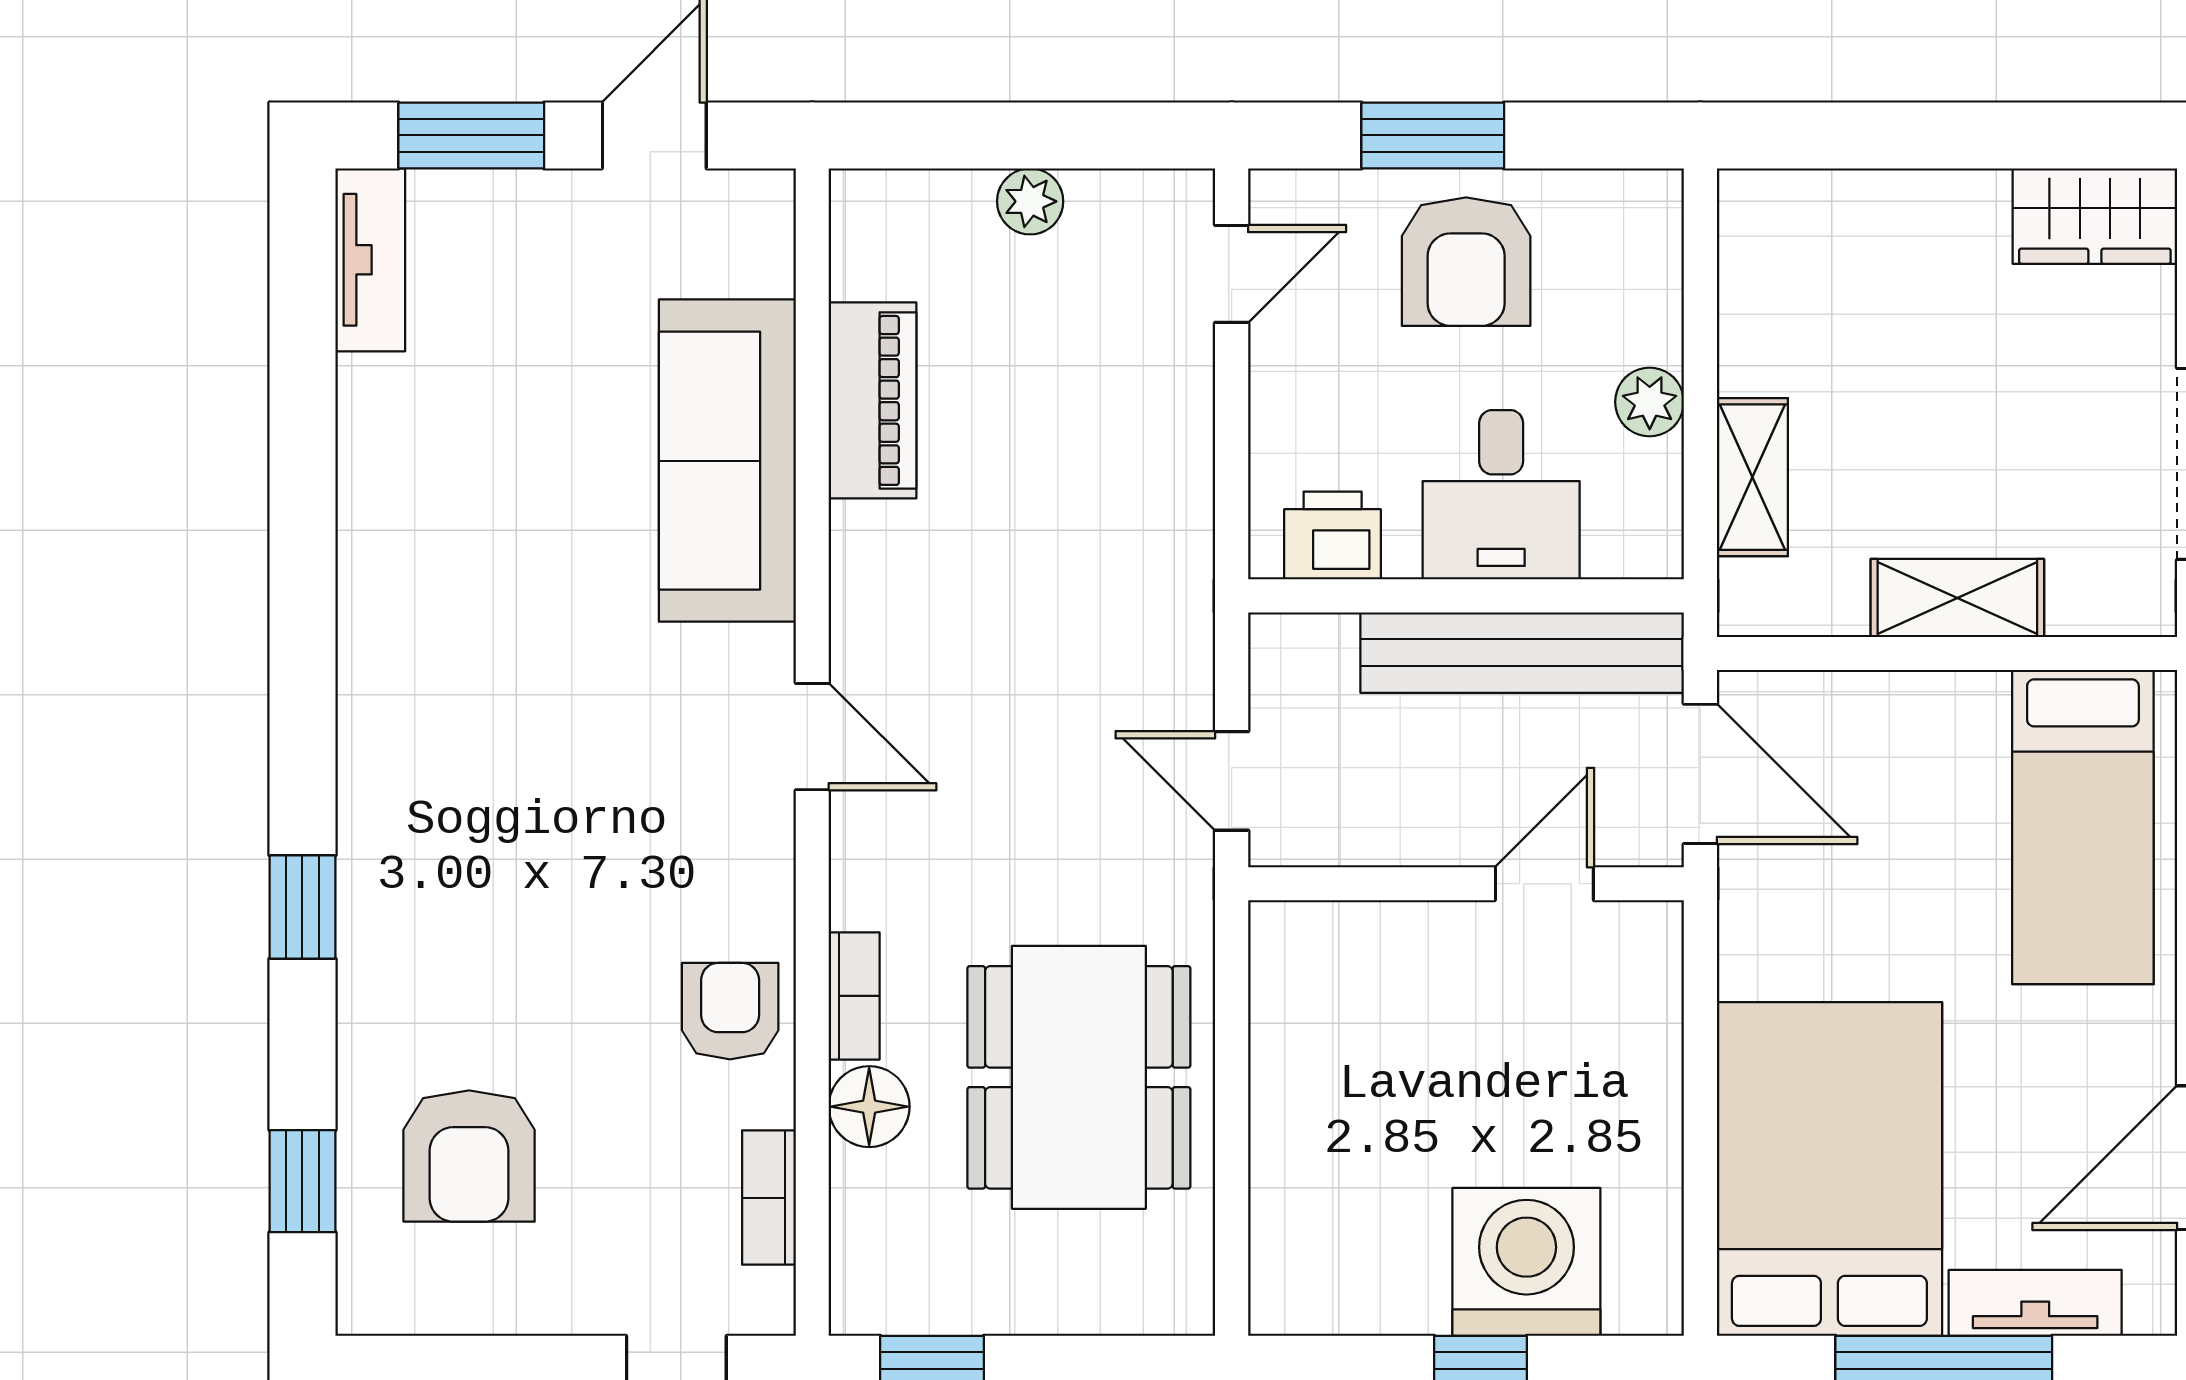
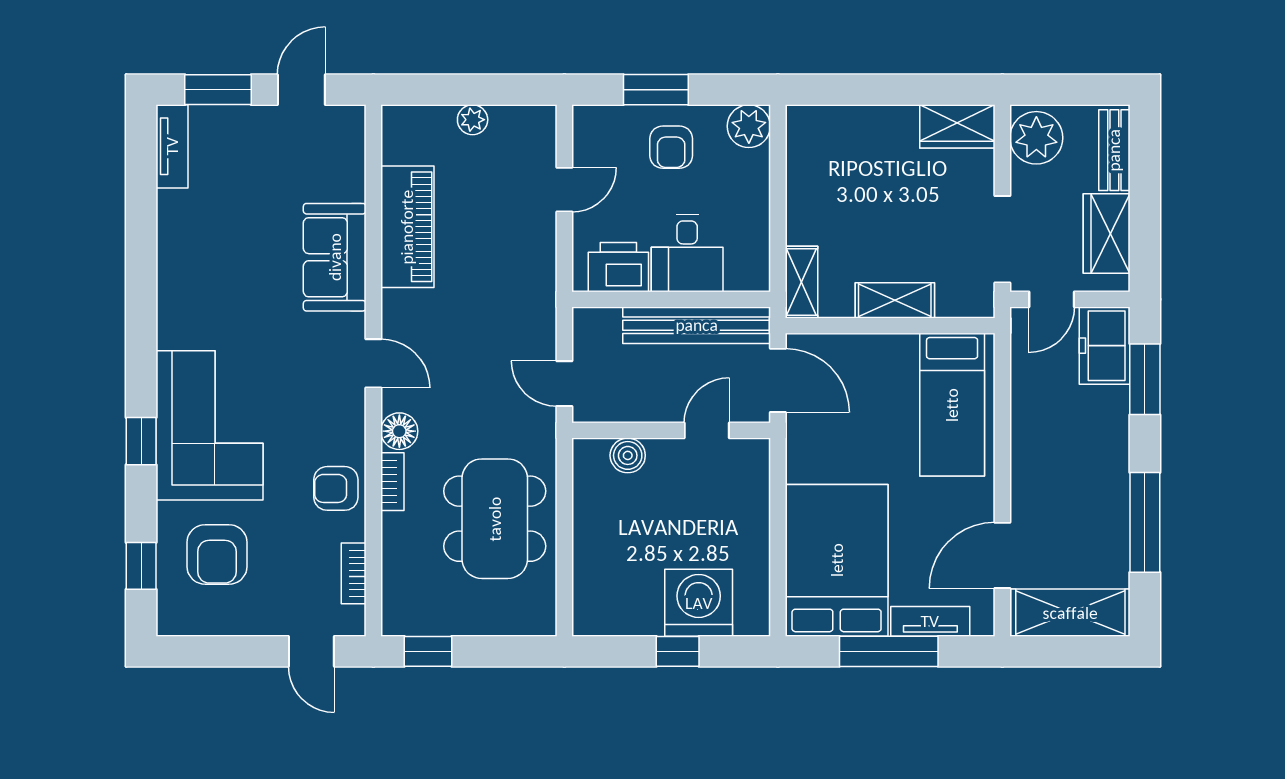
armchair: (1466, 262) -> (671, 147), width x0.72, depth x0.72
door: (1232, 274) -> (564, 190), moved
piano: (873, 400) -> (407, 227), width x1.37, depth x1.33
plant: (1650, 402) -> (749, 126), moved, width x1.38, depth x1.38
sofa: (727, 461) -> (335, 257), width x0.73
shelving: (1752, 477) -> (801, 282), moved
printer: (1333, 536) -> (618, 267), width x1.36, depth x1.24
corner sofa: (452, 872) -> (209, 425), added
boiler: (1371, 939) -> (628, 455), added
armchair: (730, 1011) -> (336, 488), turned -90
floor lamp: (869, 1107) -> (399, 431), moved

